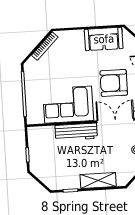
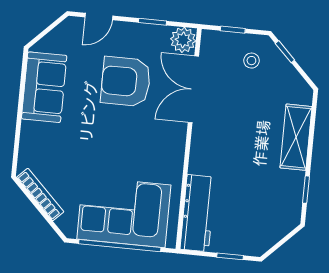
armchair: (114, 83) -> (126, 82), turned 90
corner sofa: (68, 105) -> (124, 212), moved, turned 90
workbench: (76, 132) -> (198, 213), moved

